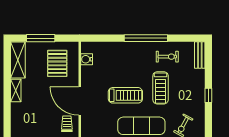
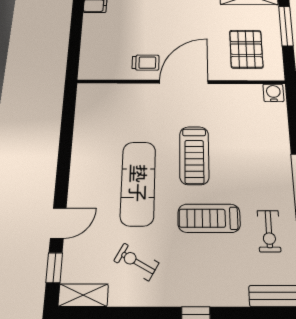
water cooler: (87, 59) -> (273, 93), moved
pallet: (57, 63) -> (246, 49), turned 90

